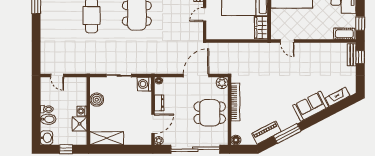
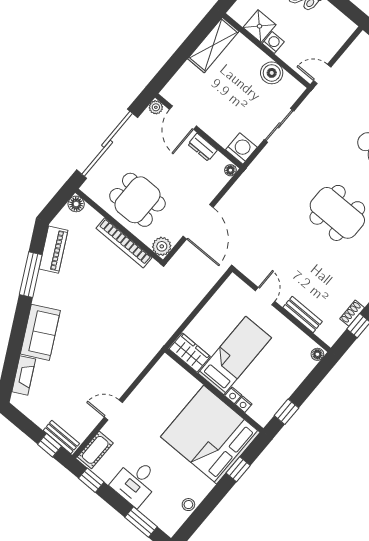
door: (287, 41) -> (113, 410), moved
door: (57, 75) -> (322, 74), moved
dining table: (210, 113) -> (137, 200), turned 90

